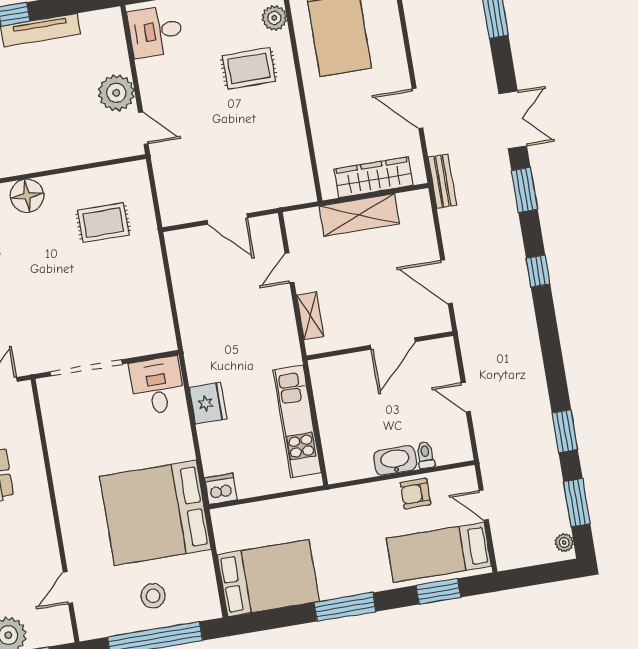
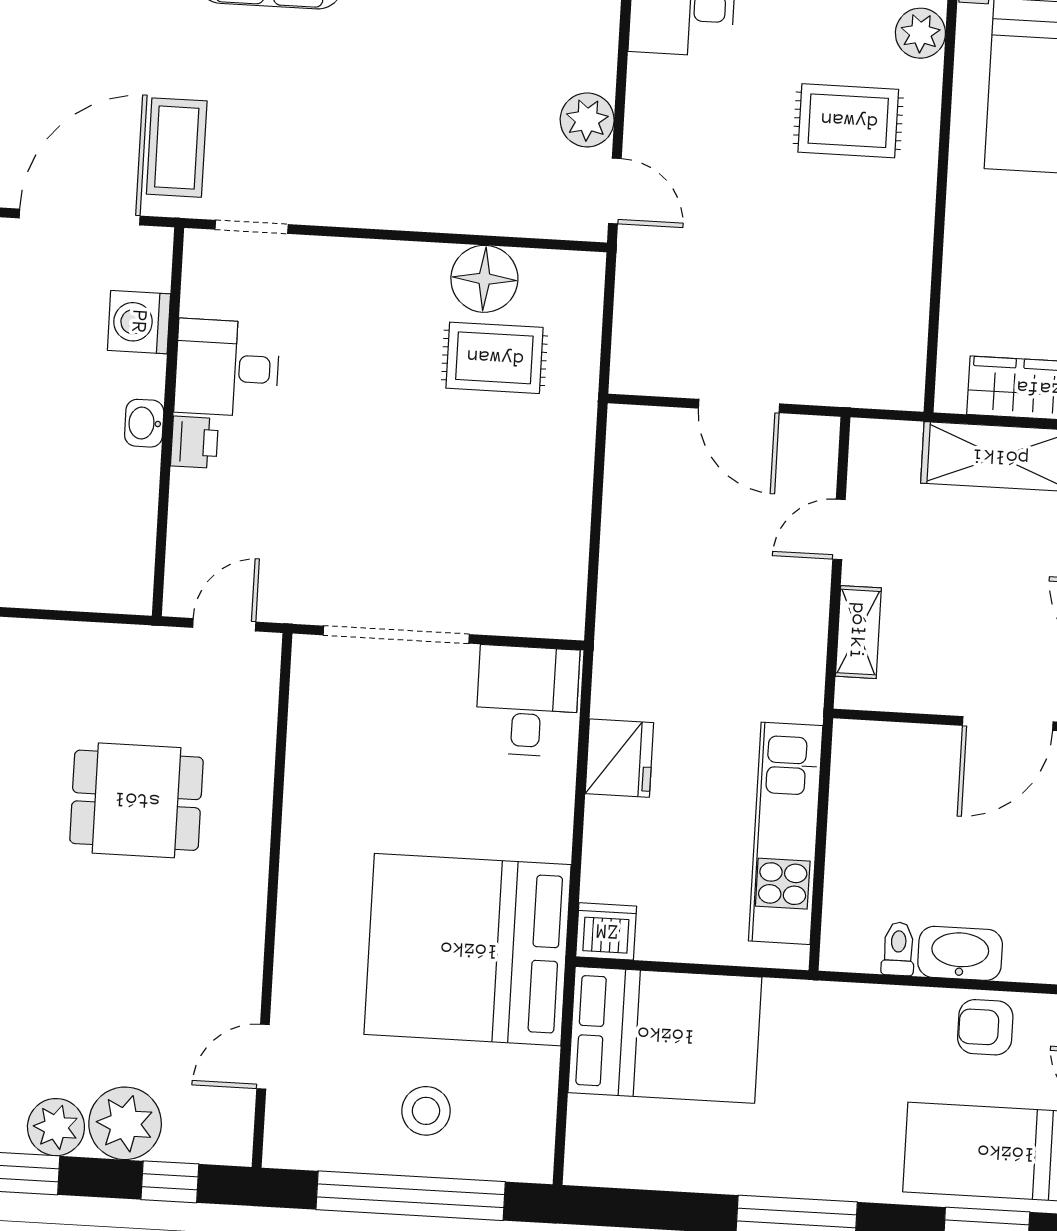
plant: (116, 93) -> (587, 120), width x0.73, depth x0.73
floor lamp: (27, 196) -> (484, 279), moved
toilet: (425, 455) -> (898, 949), moved
bed: (268, 578) -> (665, 1035), moved

